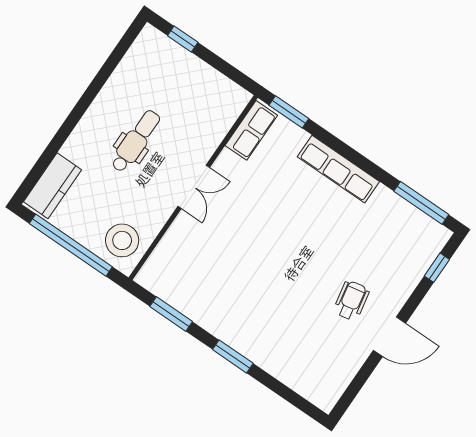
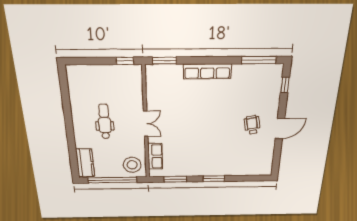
window: (183, 39) -> (125, 61), moved
row of seats: (251, 130) -> (155, 156), moved

